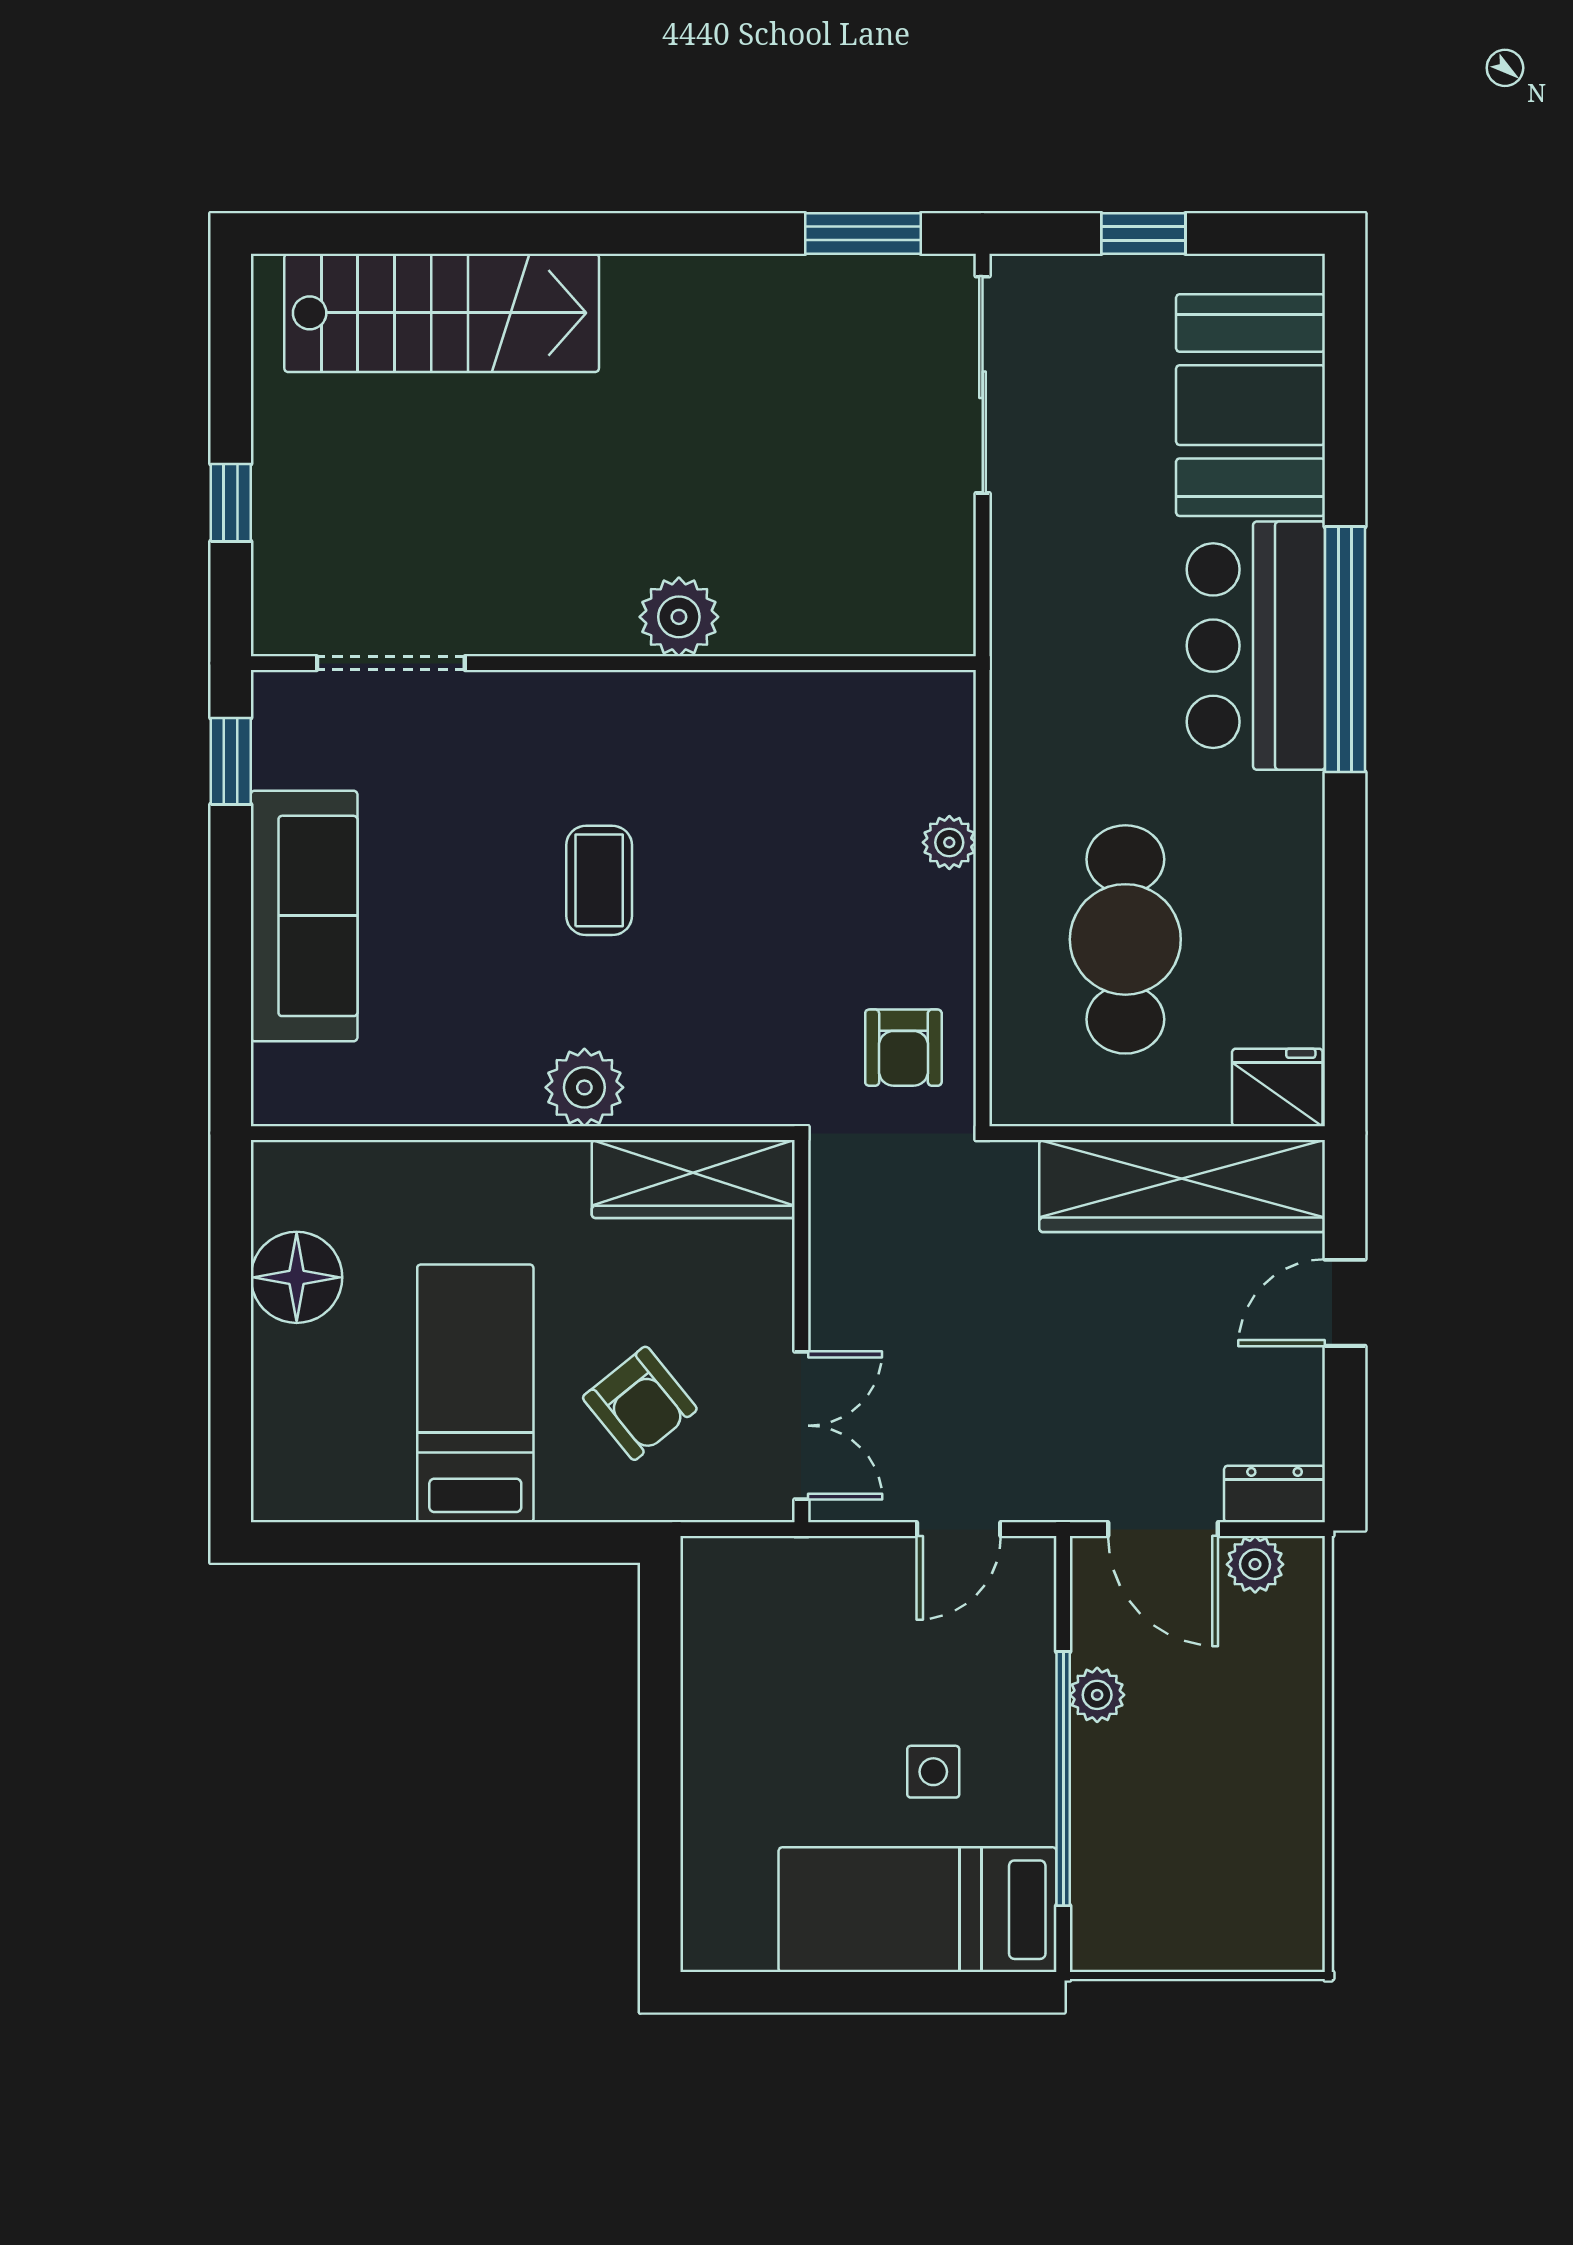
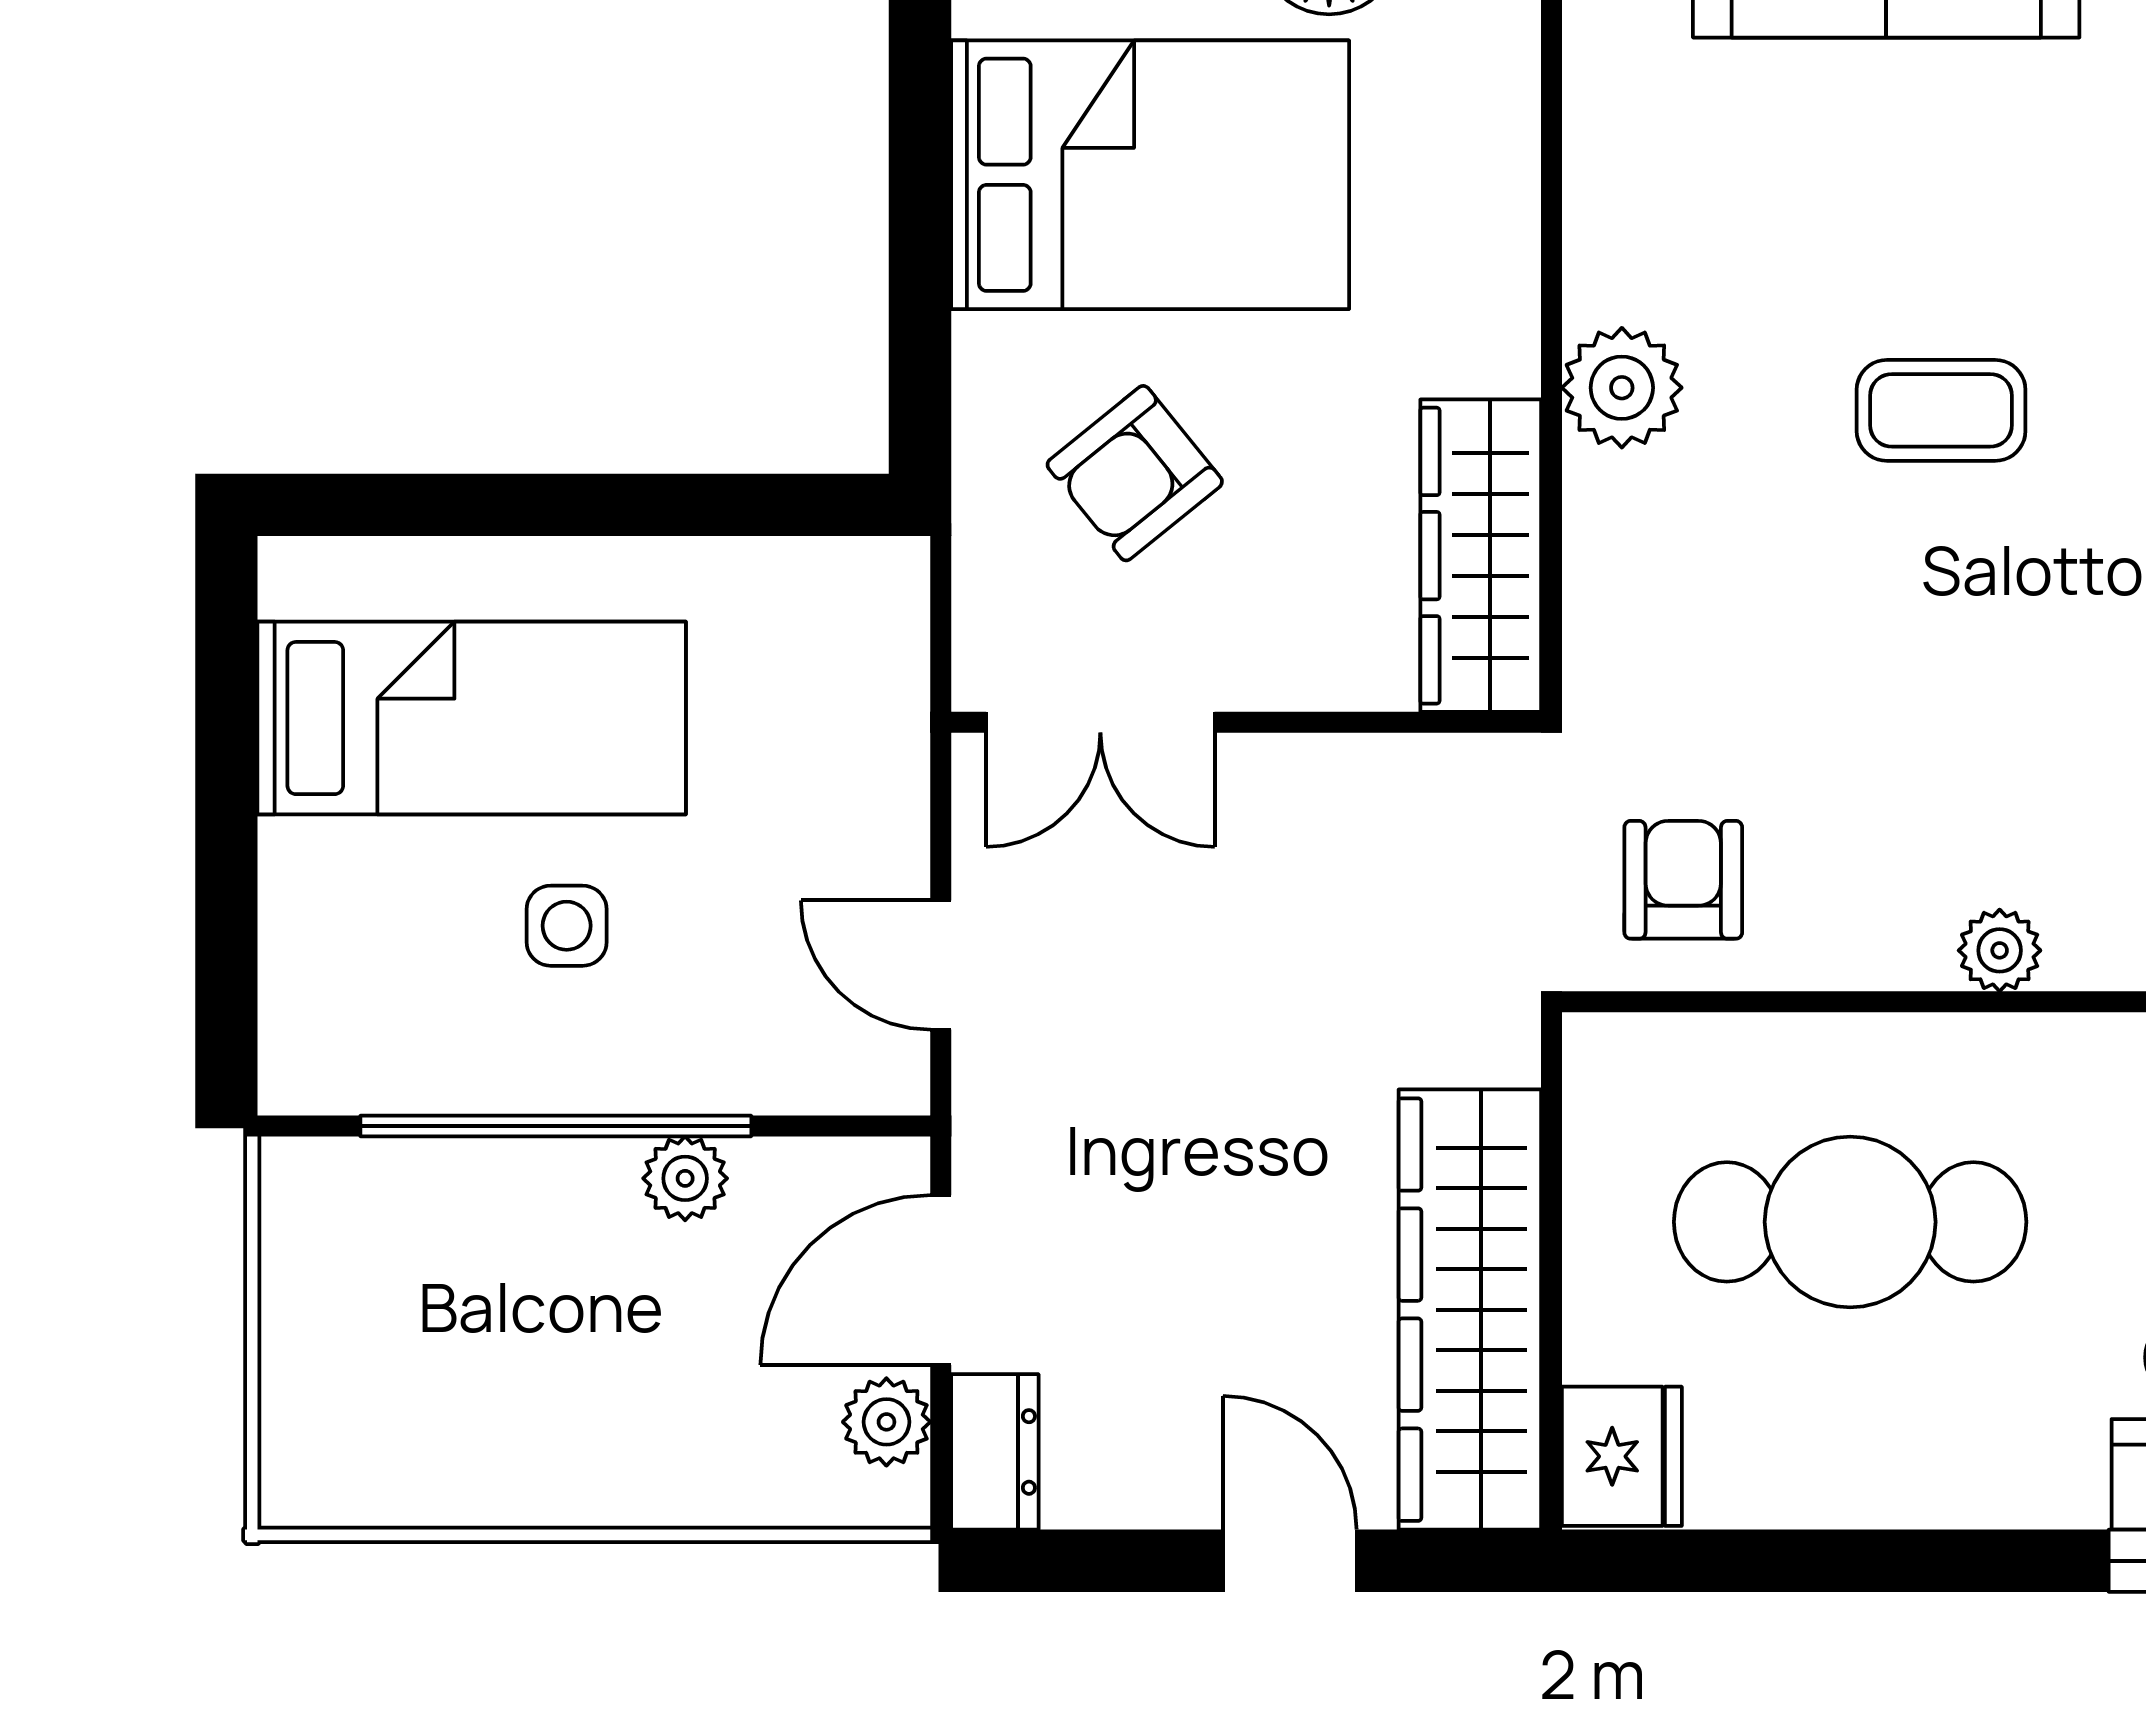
armchair: (903, 1048) -> (1683, 880), turned 90
bed: (475, 1393) -> (1150, 175), width x1.50
bed: (918, 1910) -> (472, 718), moved, turned 90

